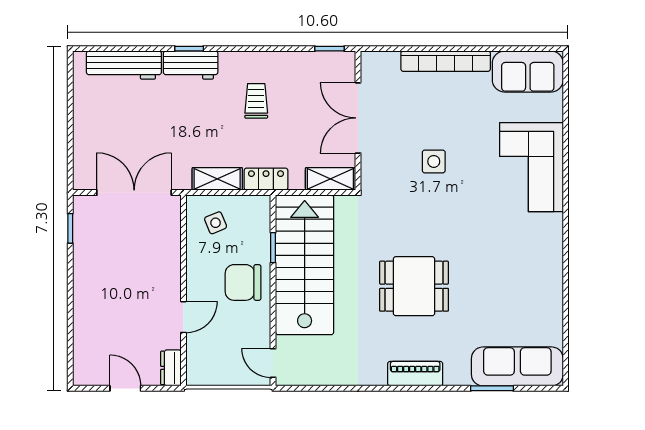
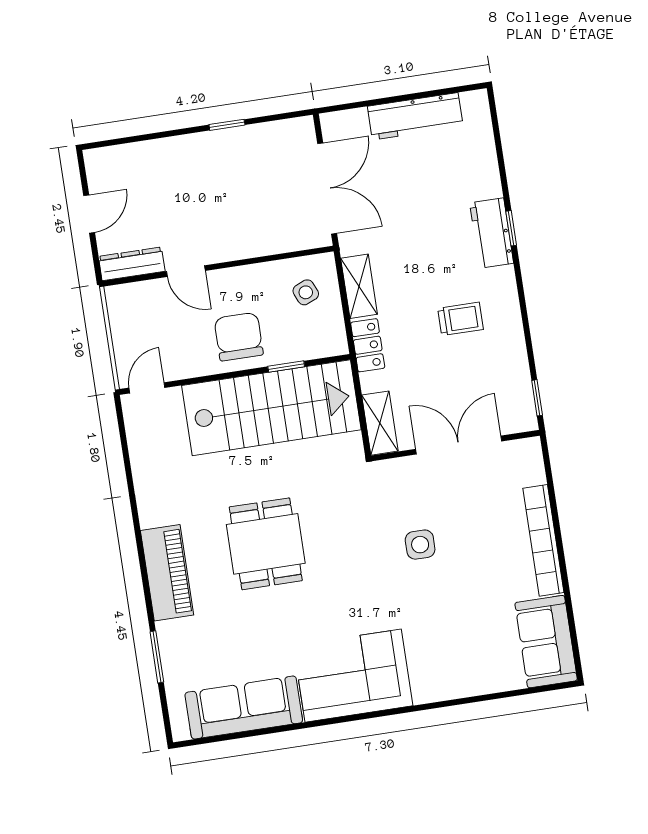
workbench: (124, 65) -> (415, 116), moved, turned -90
corner sofa: (531, 167) -> (353, 676), moved
window: (70, 228) -> (227, 125), moved
sofa: (517, 366) -> (244, 708), moved, turned -90
dresser: (171, 368) -> (132, 264), width x1.44
piano: (415, 374) -> (167, 573), width x1.37, depth x1.33

